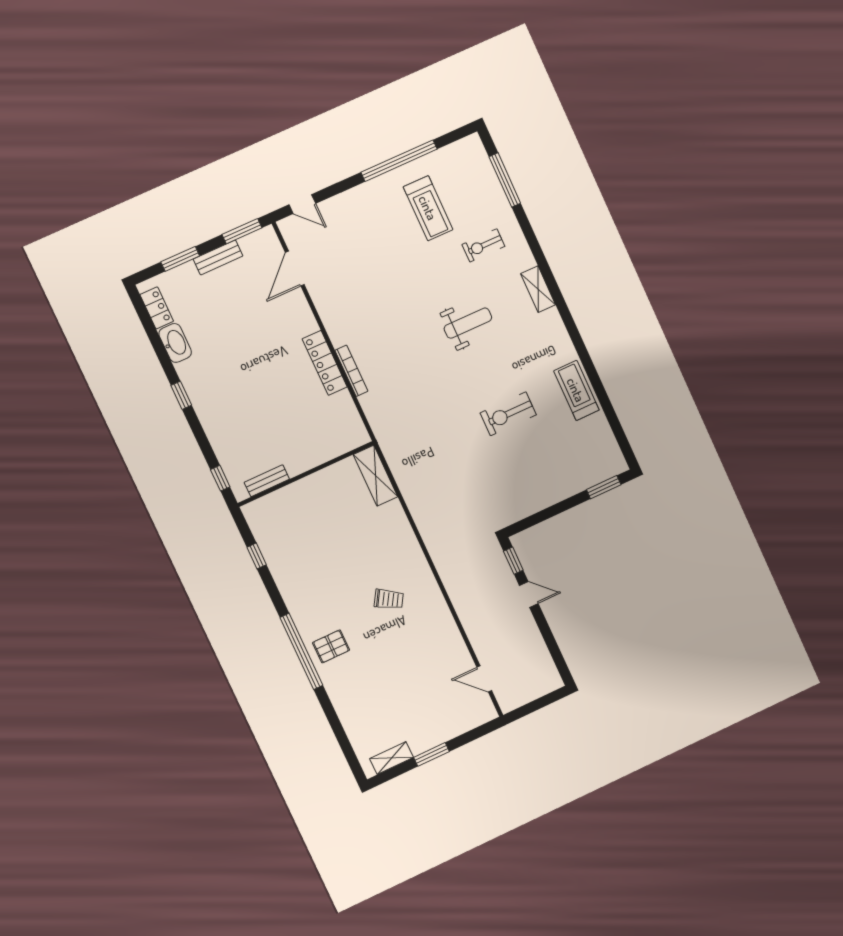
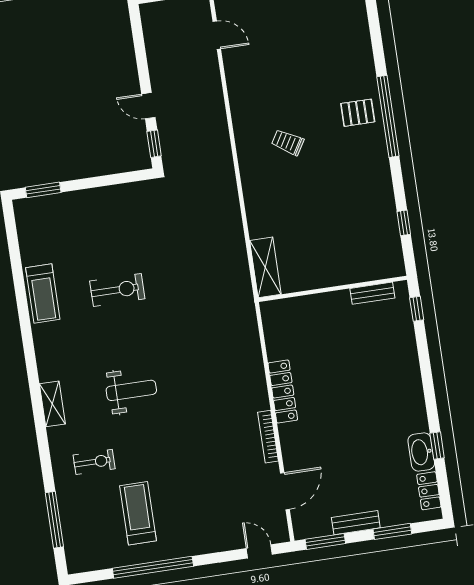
weight bench: (468, 323) -> (131, 390), turned 180
bookcase: (351, 371) -> (268, 437), moved
window: (181, 395) -> (437, 446), moved

